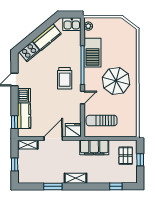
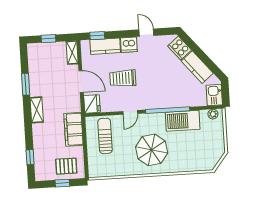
trolley: (65, 78) -> (123, 78), moved
door: (83, 98) -> (130, 112), hinge flipped

